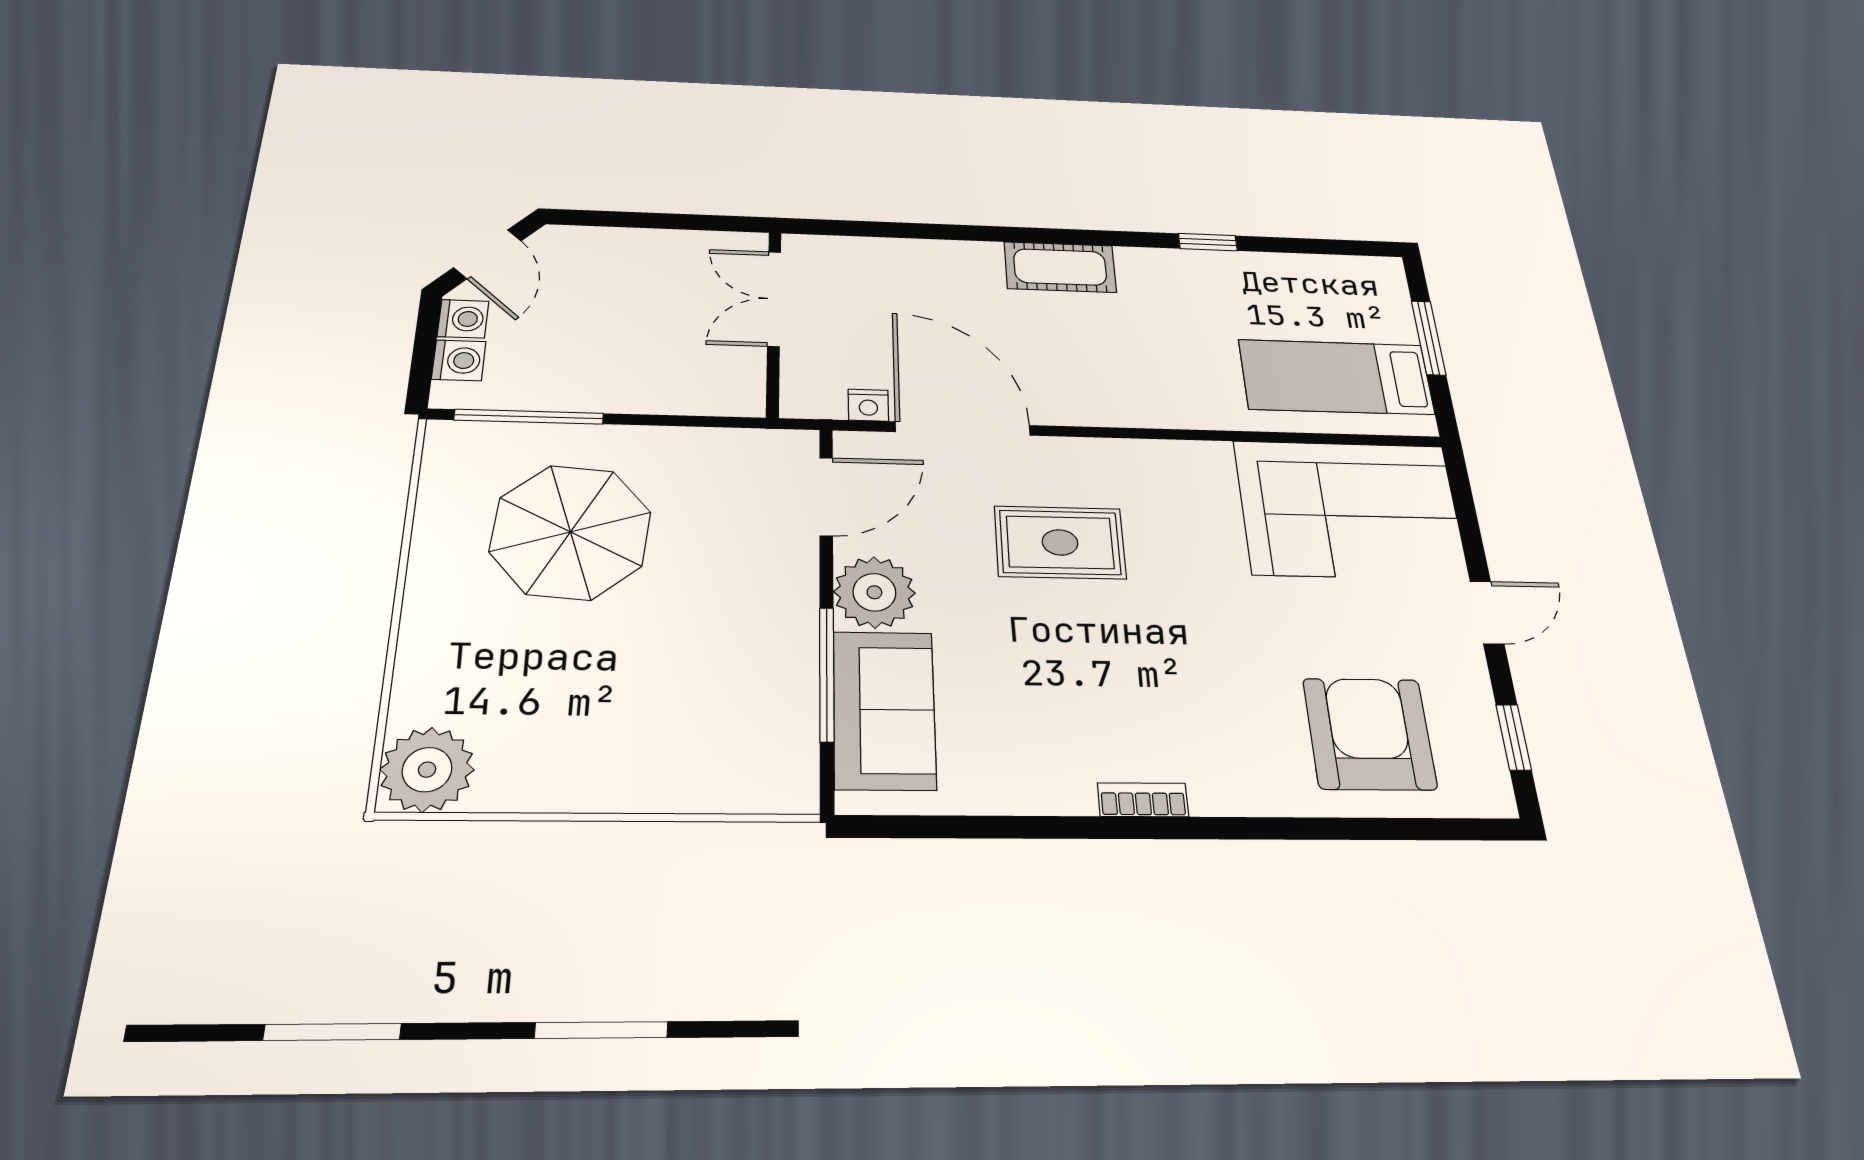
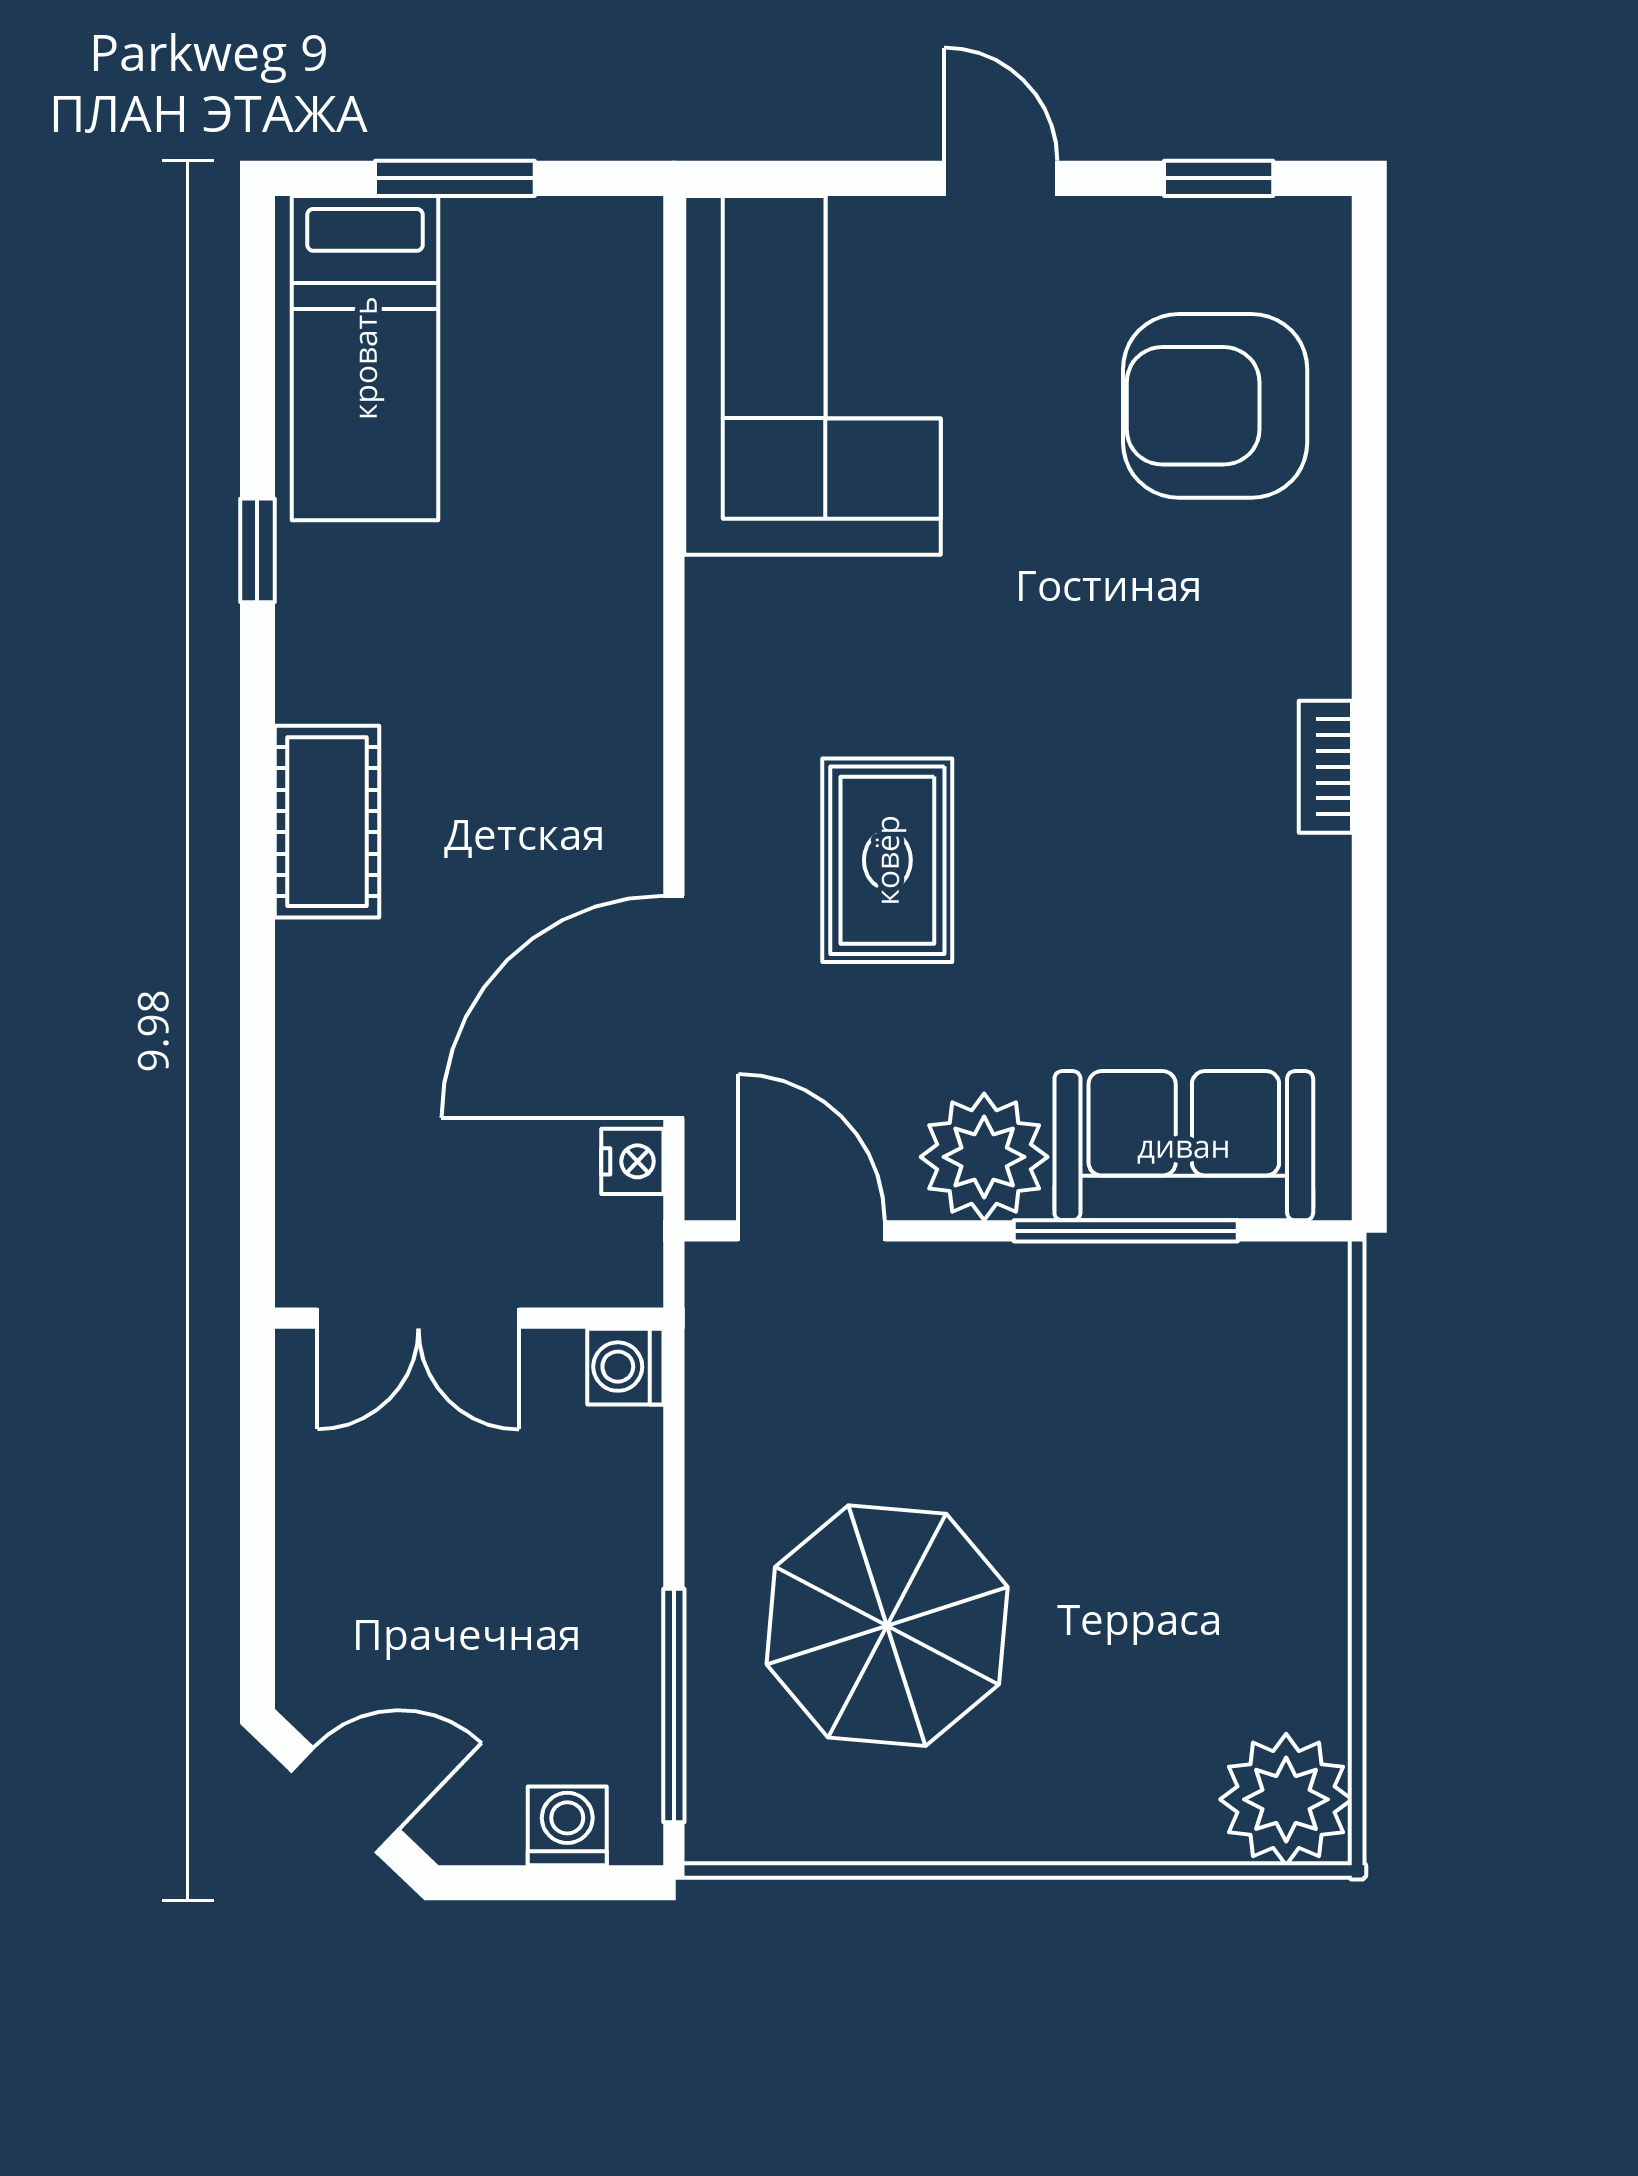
washing machine: (463, 319) -> (625, 1367), moved, turned -90
bed: (1336, 377) -> (365, 358), moved

